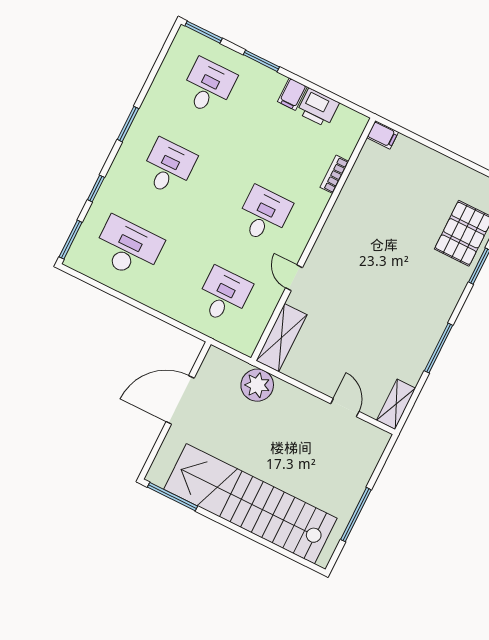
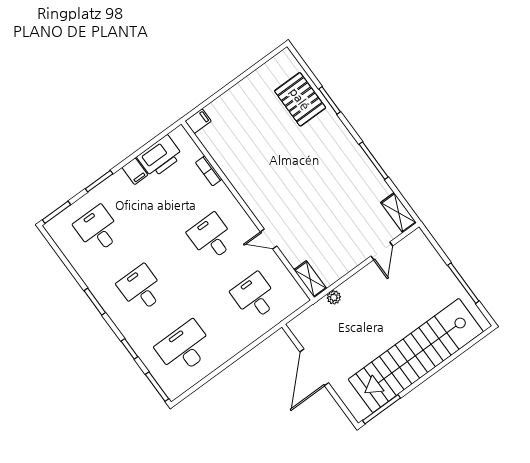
printer: (318, 108) -> (160, 156), width x1.37, depth x1.19
shelving: (281, 338) -> (310, 279), width x0.67, depth x0.75
plant: (257, 385) -> (334, 297), width x0.53, depth x0.53
door: (345, 408) -> (382, 251), swing flipped

